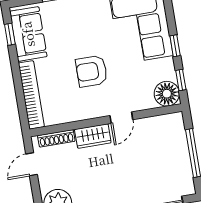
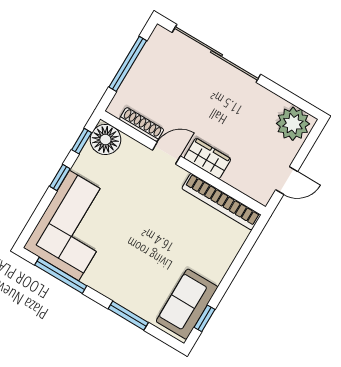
armchair: (92, 71) -> (158, 220), removed
bookcase: (31, 95) -> (221, 202), moved, turned -90
shoe rack: (56, 138) -> (142, 124), moved

